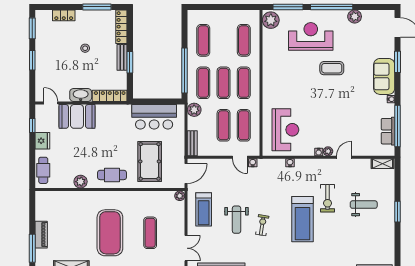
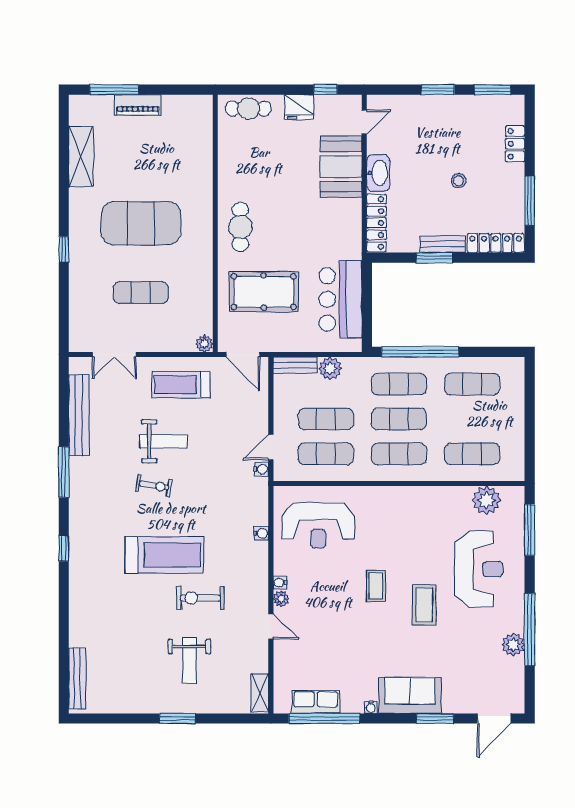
window: (332, 7) -> (530, 630), moved
plant: (271, 20) -> (486, 500), moved
coffee table: (321, 96) -> (376, 586), added
plant: (194, 110) -> (330, 368), moved
plant: (81, 182) -> (229, 173), removed
treadmill: (303, 219) -> (164, 555), turned 180
weight bench: (237, 220) -> (164, 441), turned 180

